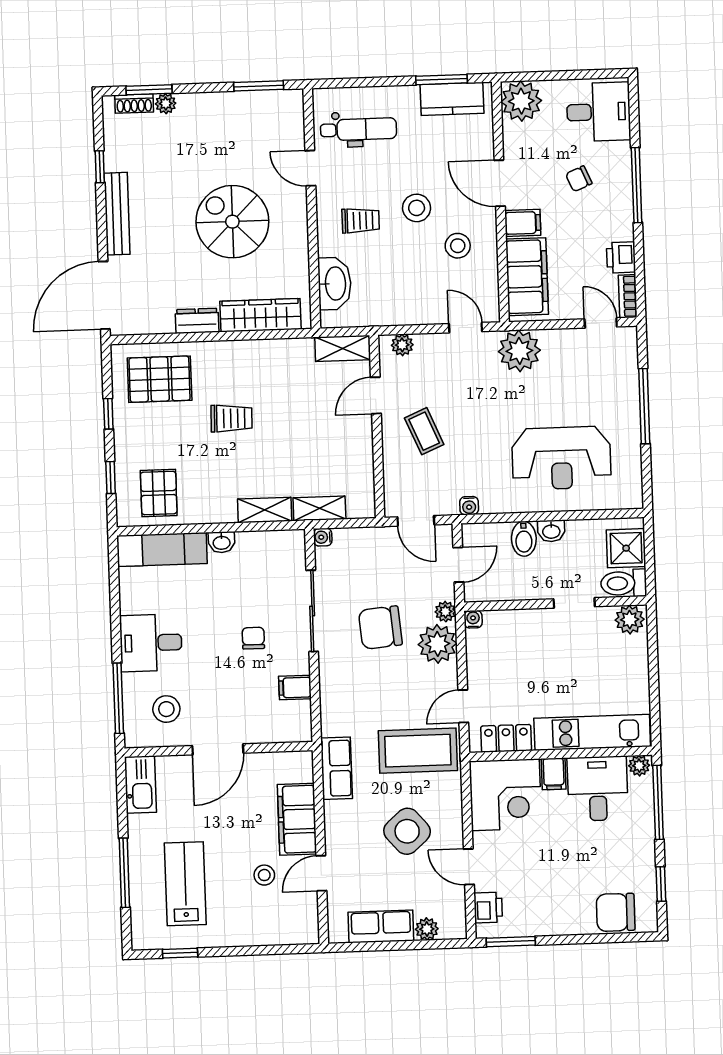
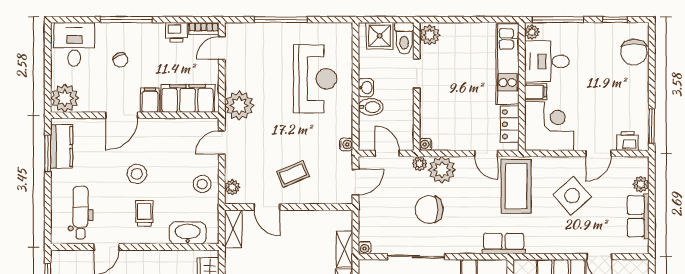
stool: (458, 246) -> (202, 184), moved
chair: (380, 628) -> (429, 209), turned 95
row of seats: (337, 768) -> (504, 243), moved

